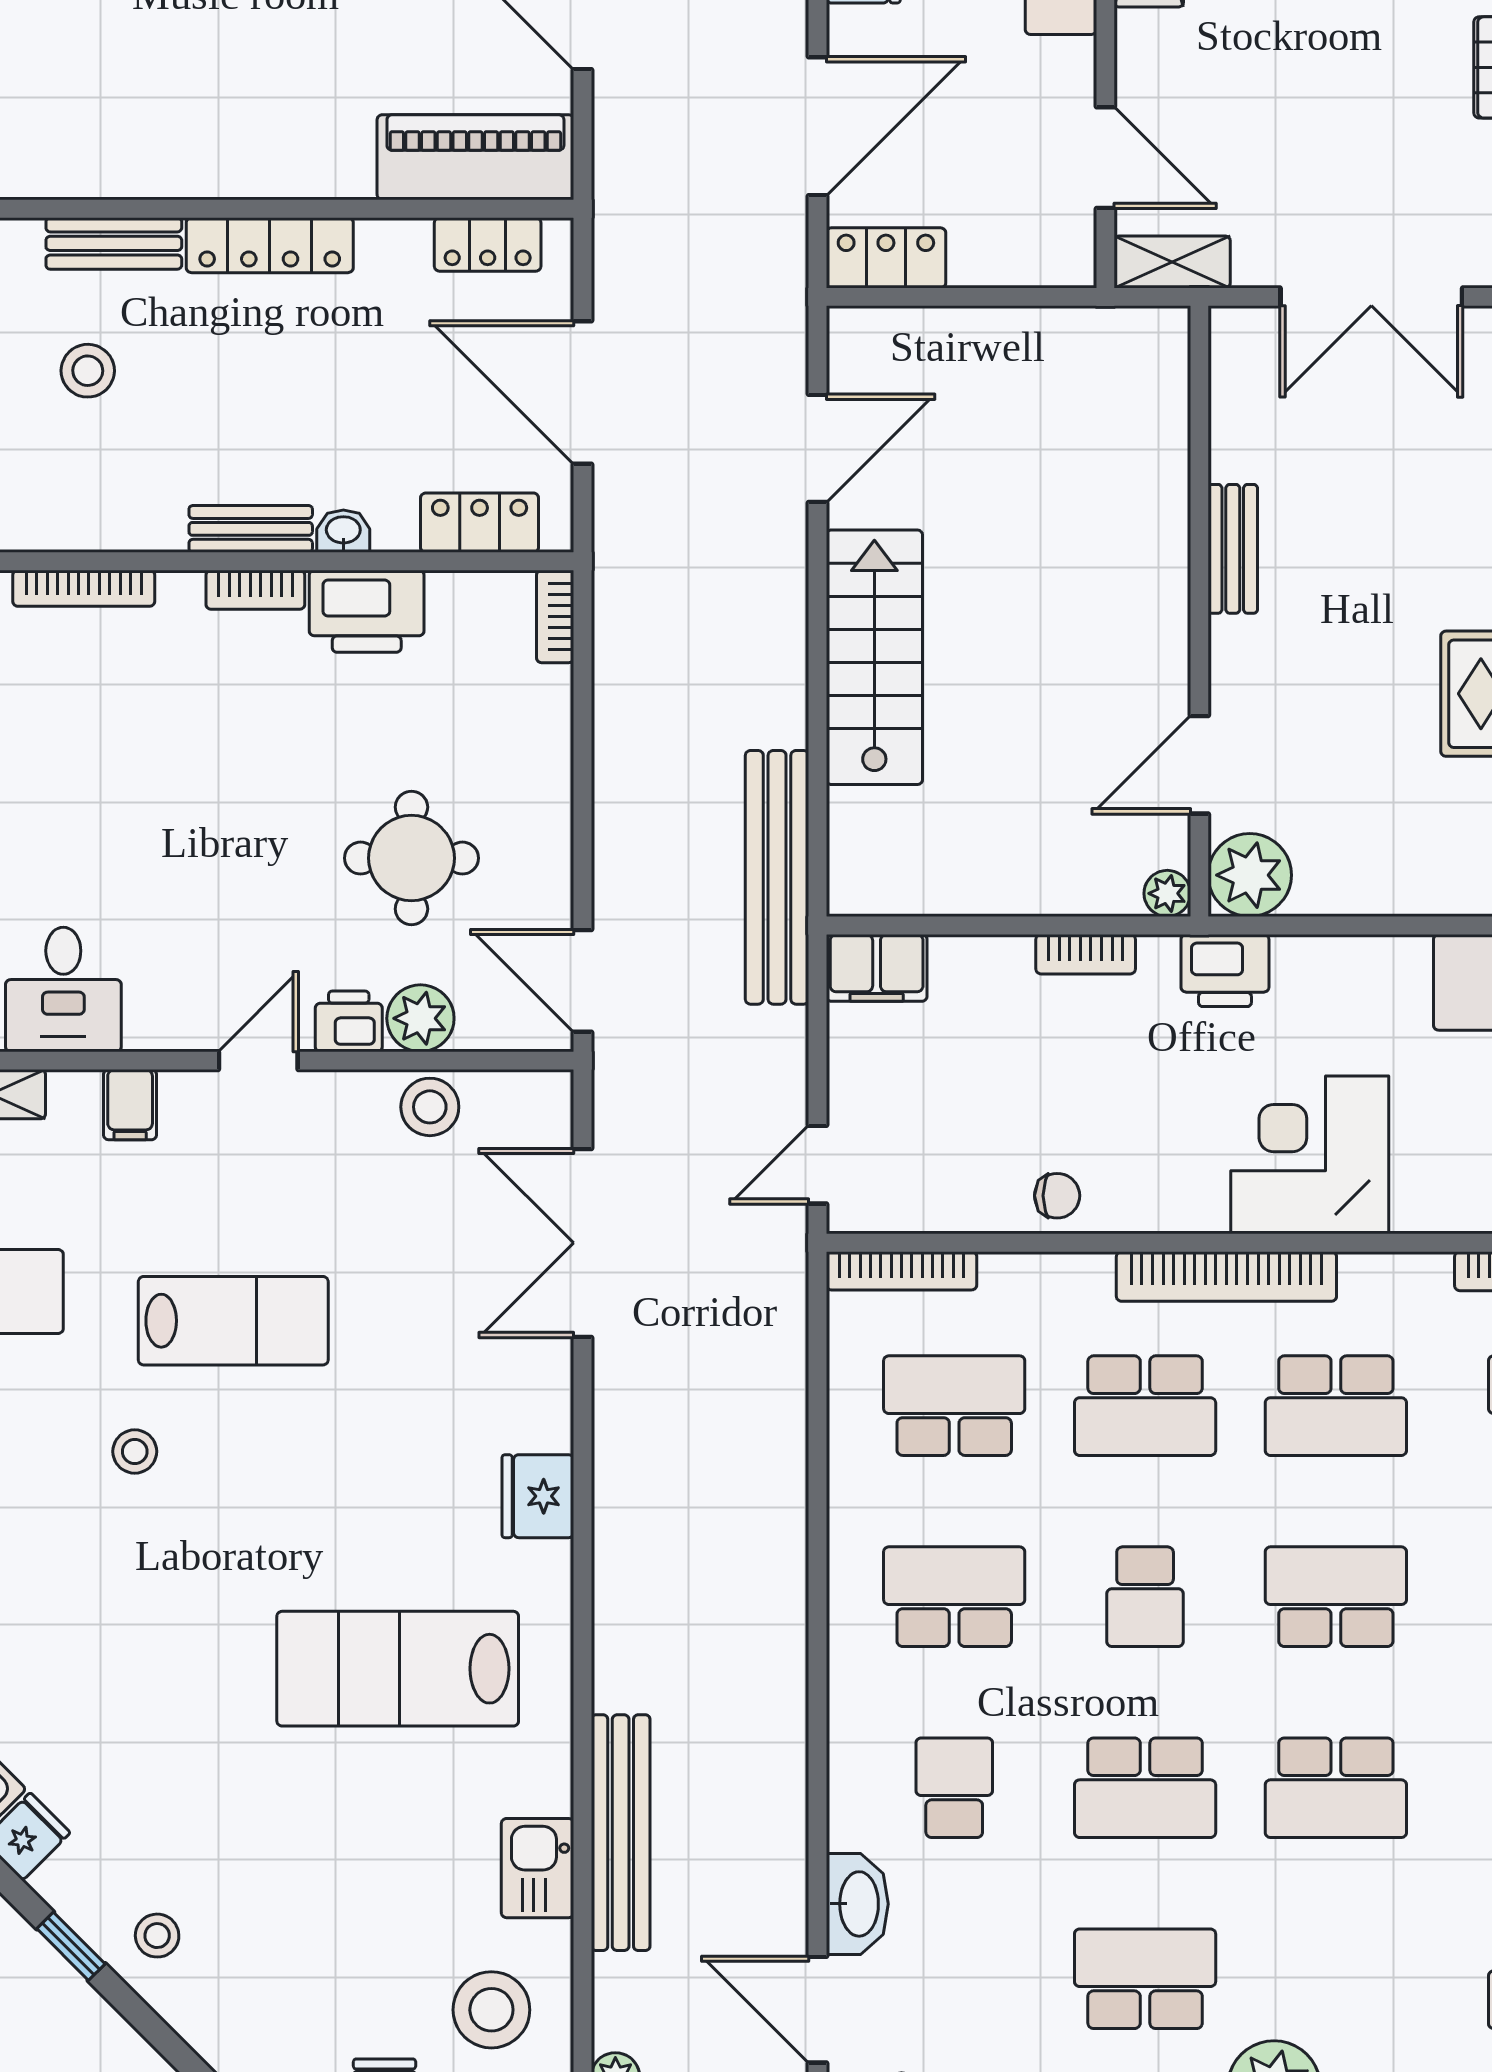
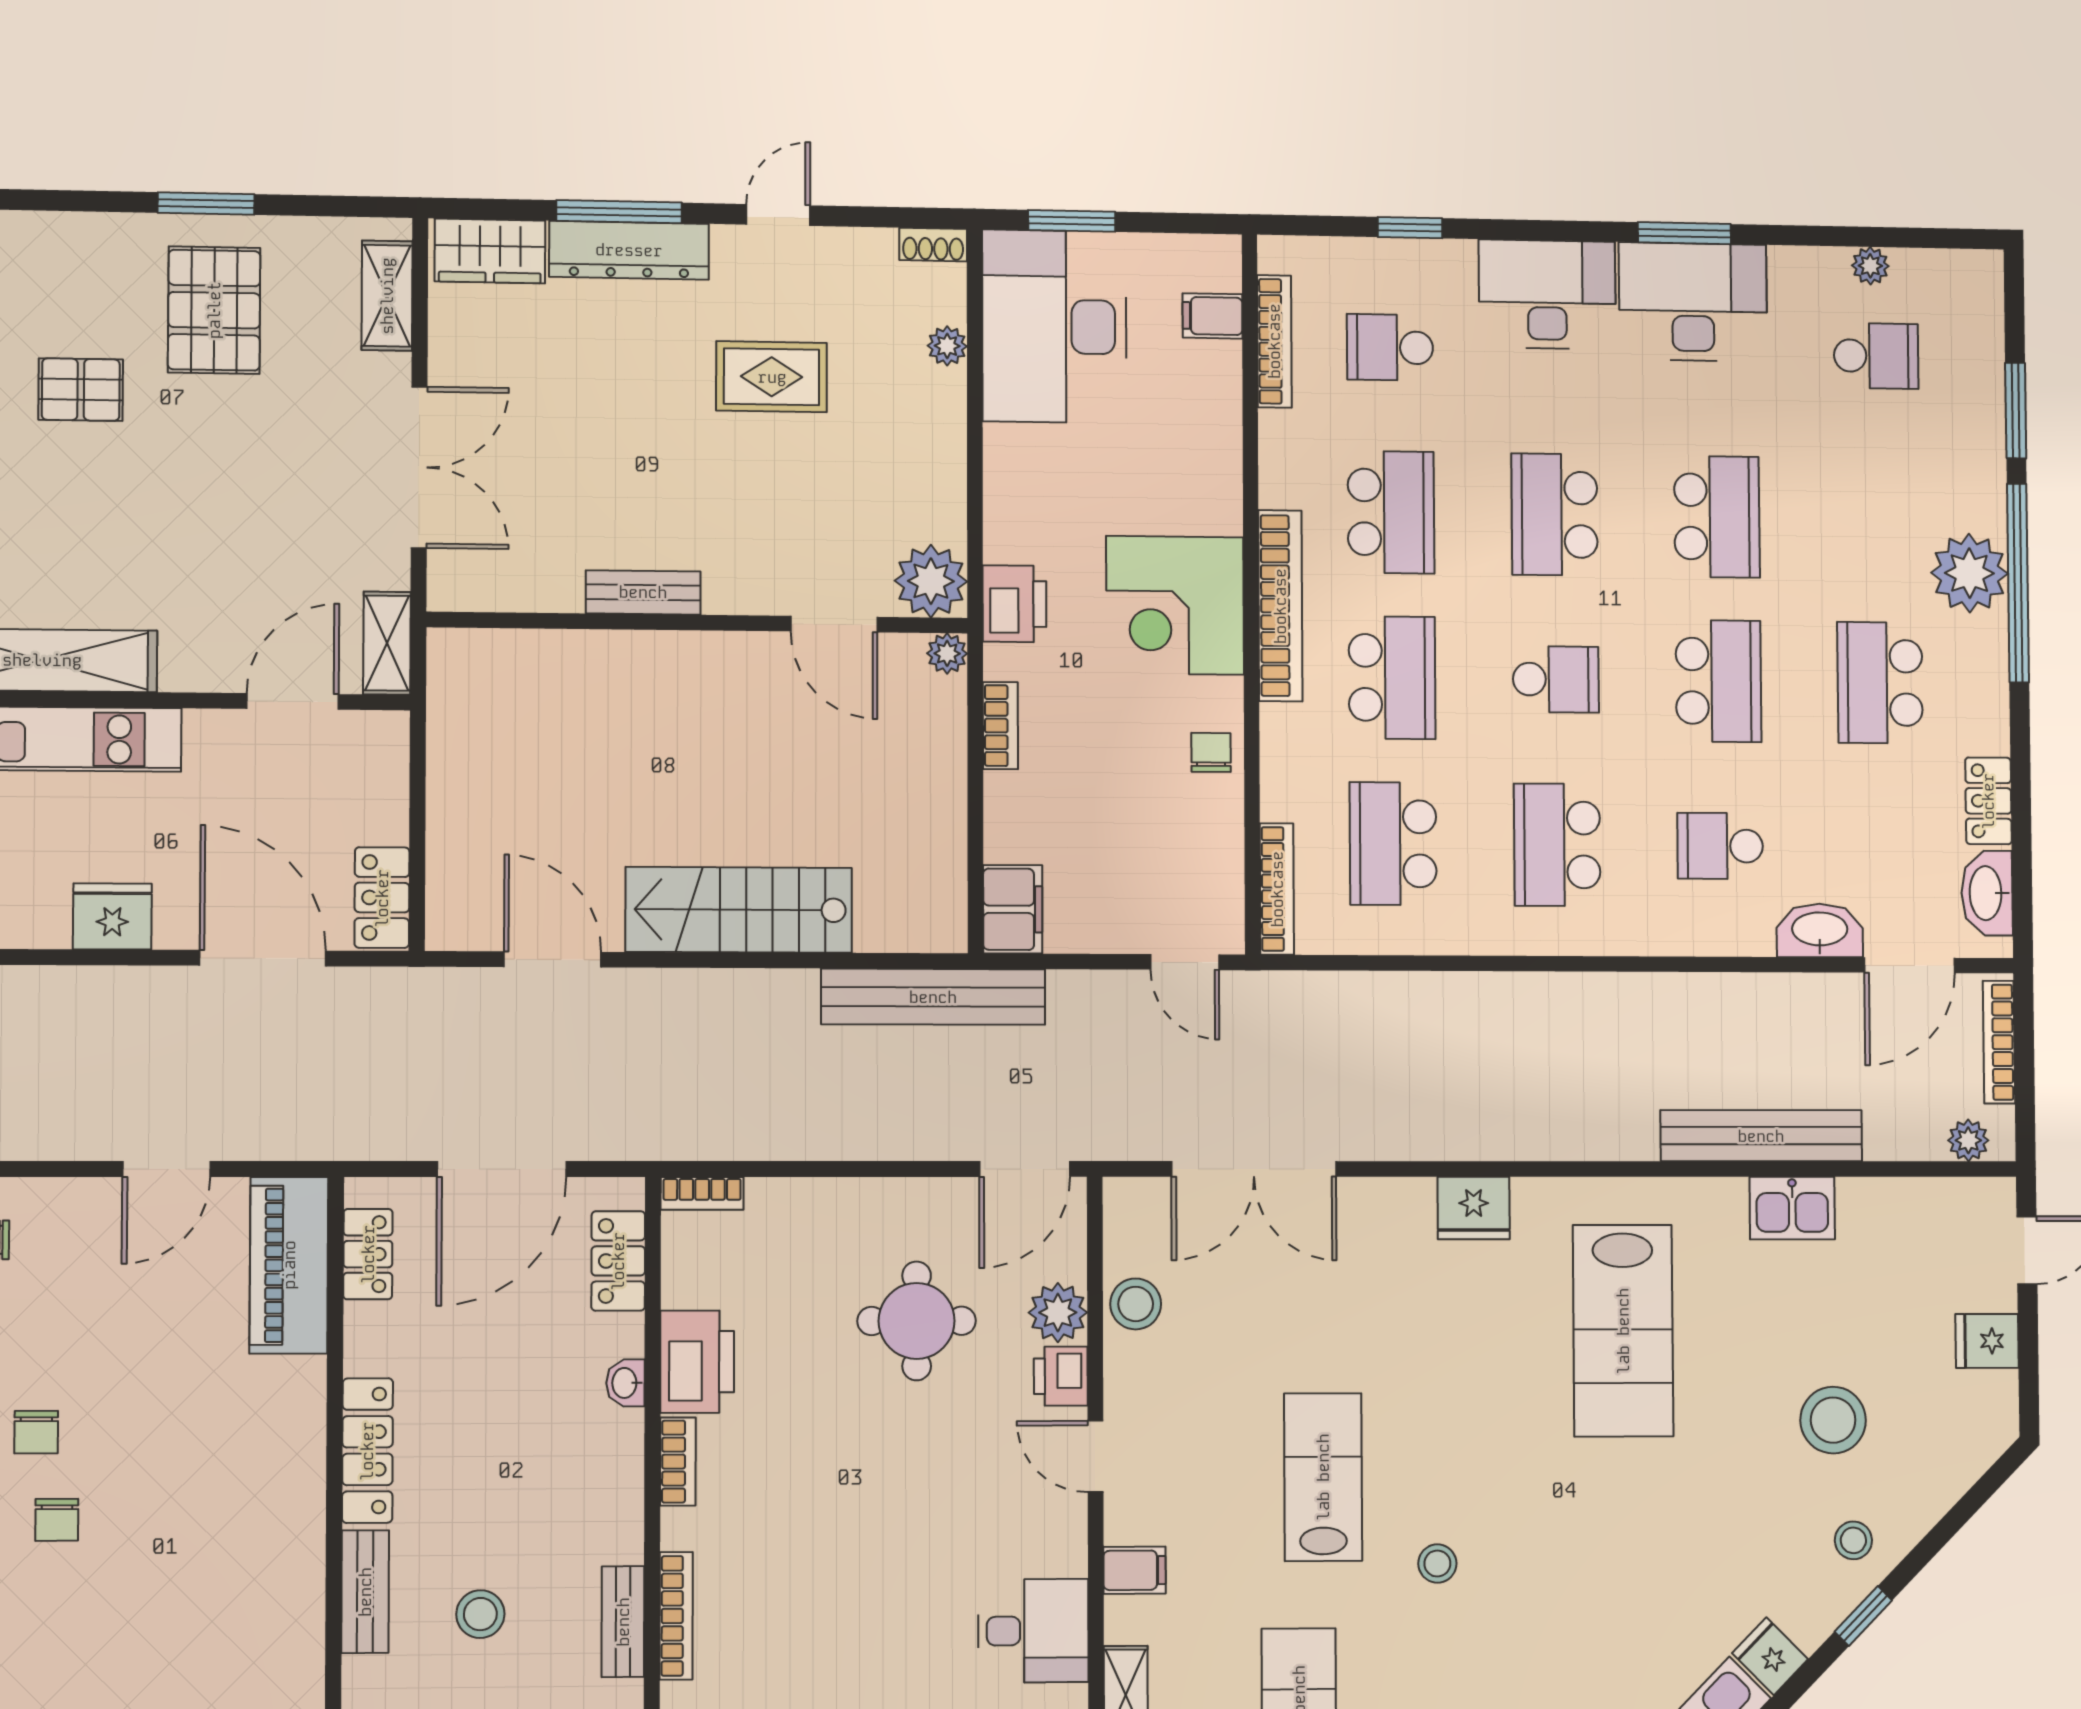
bench: (251, 529) -> (623, 1622), moved
corner desk: (1310, 1155) -> (1175, 605), moved
stool: (491, 2010) -> (1833, 1420), moved

